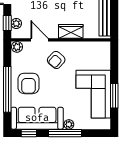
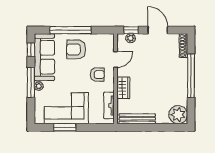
plant: (17, 47) -> (109, 39), removed
tv unit: (90, 47) -> (109, 105), added
armchair: (56, 60) -> (97, 75), turned 138

